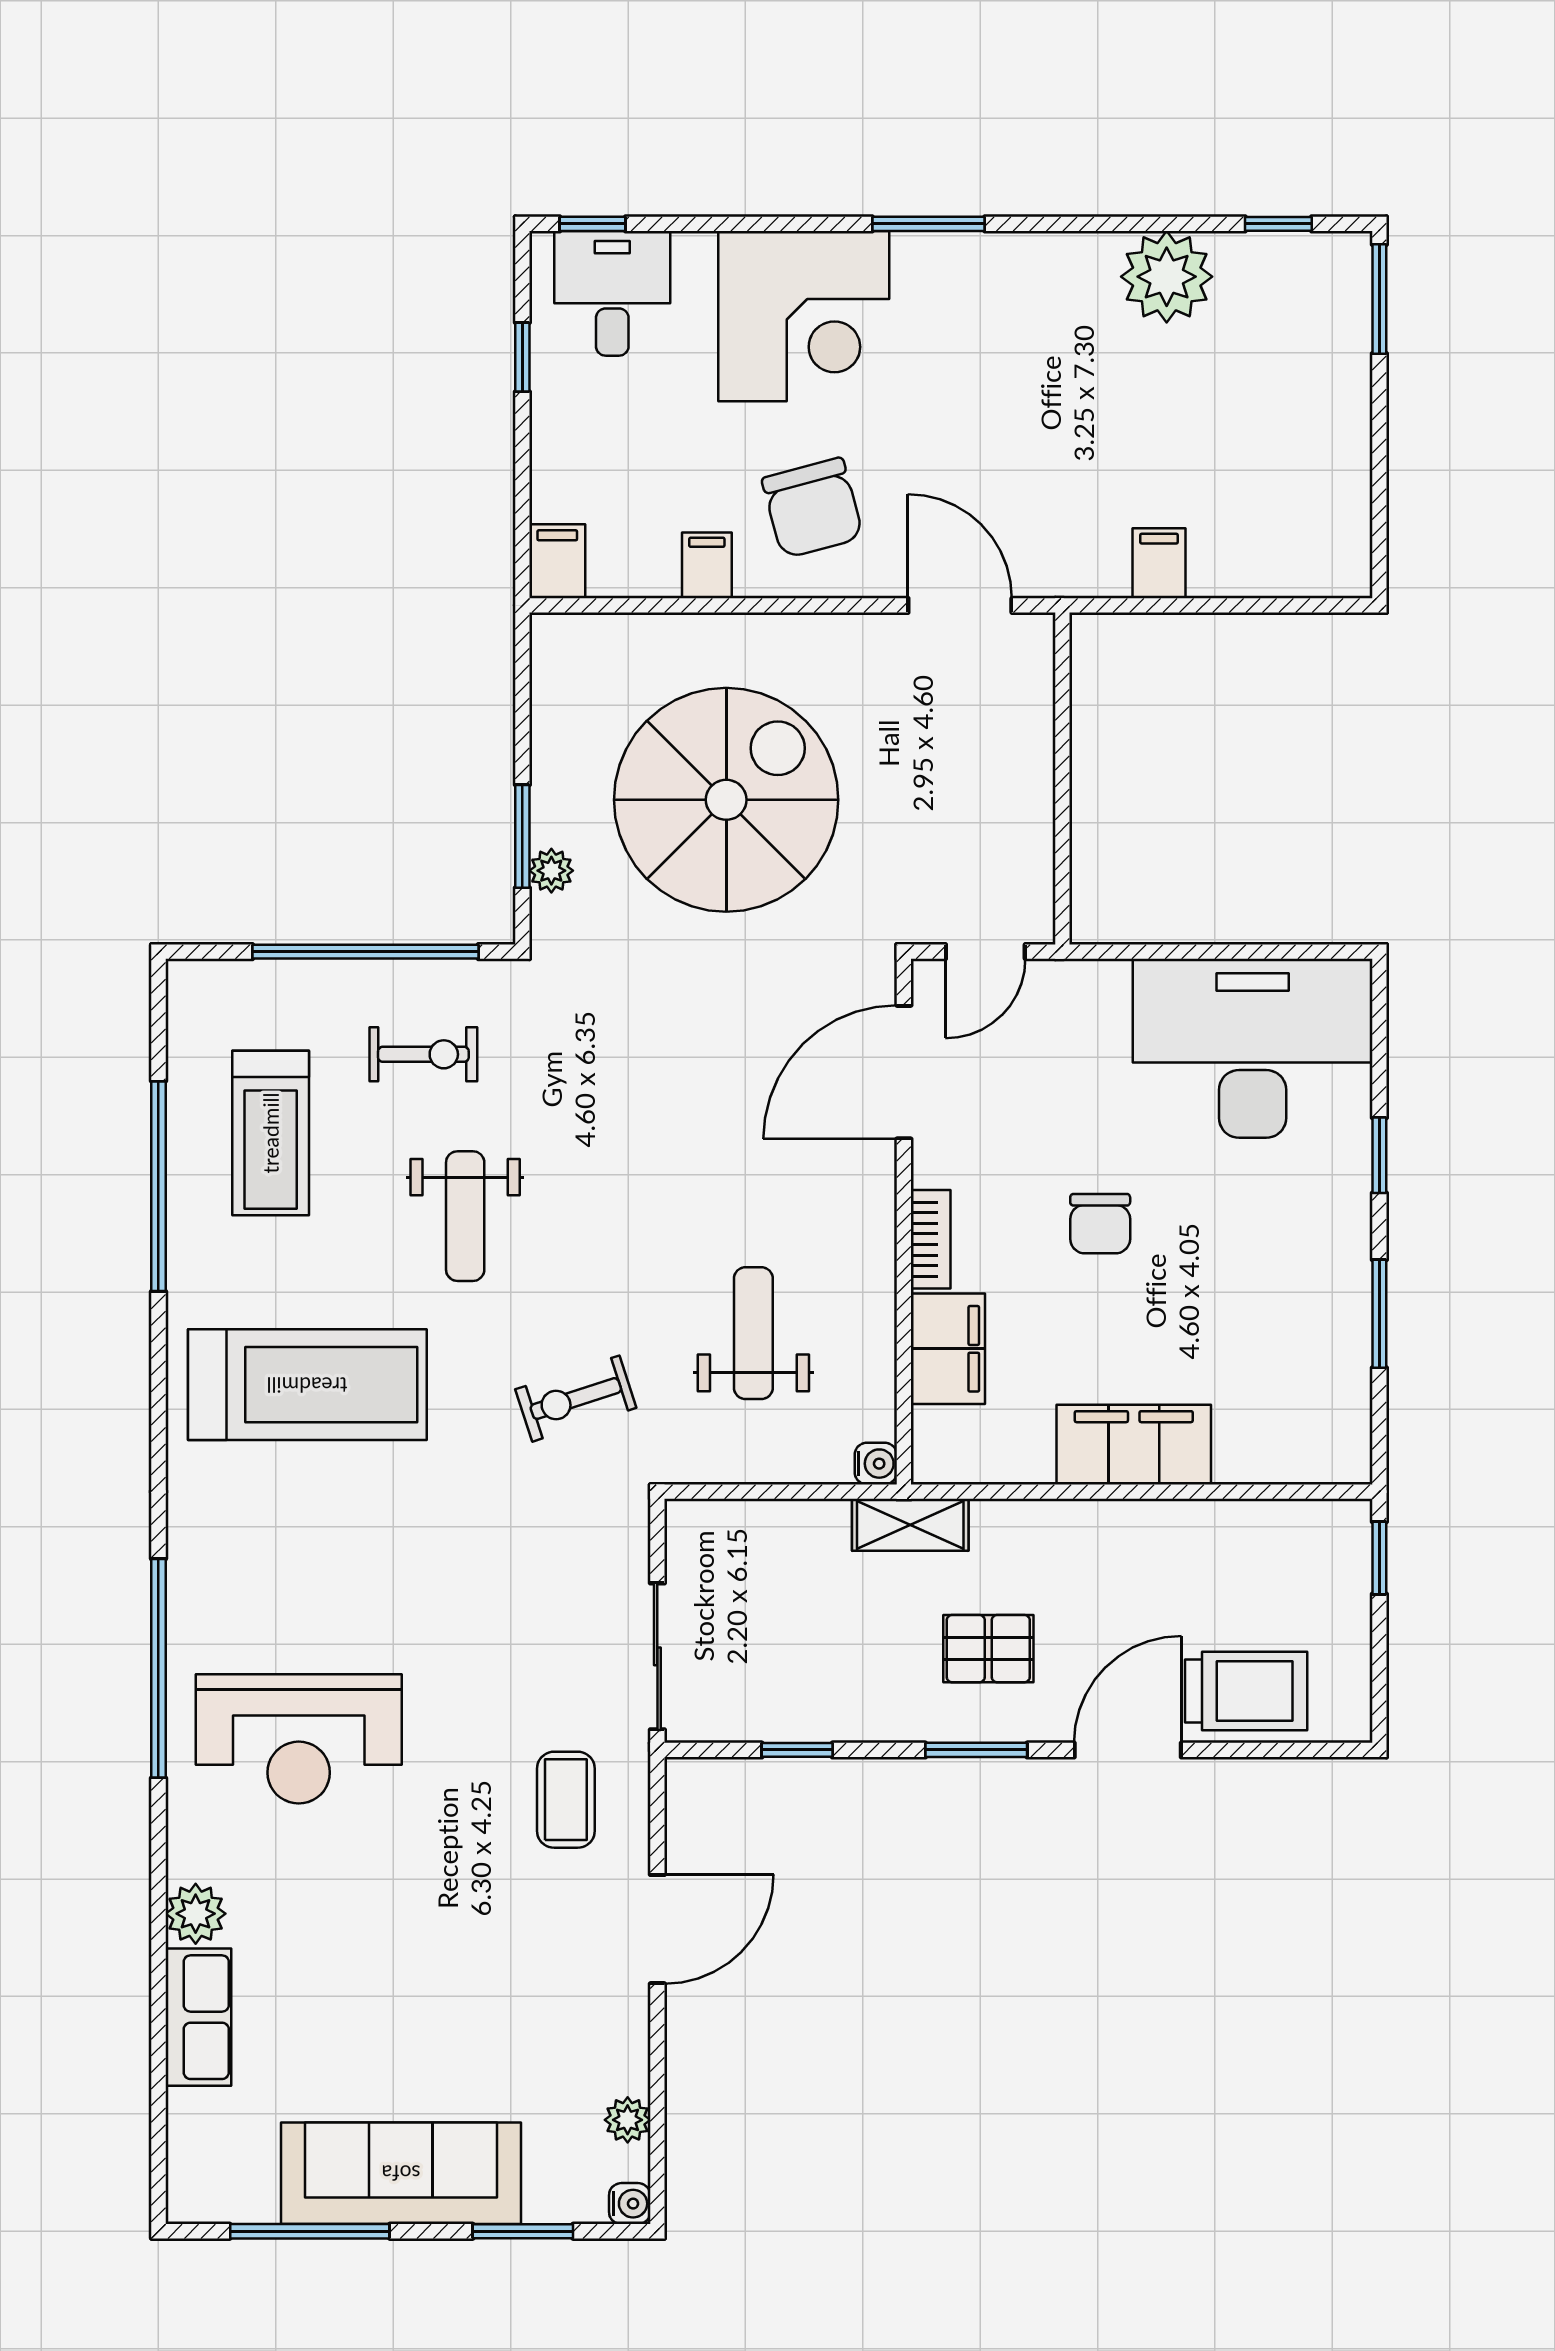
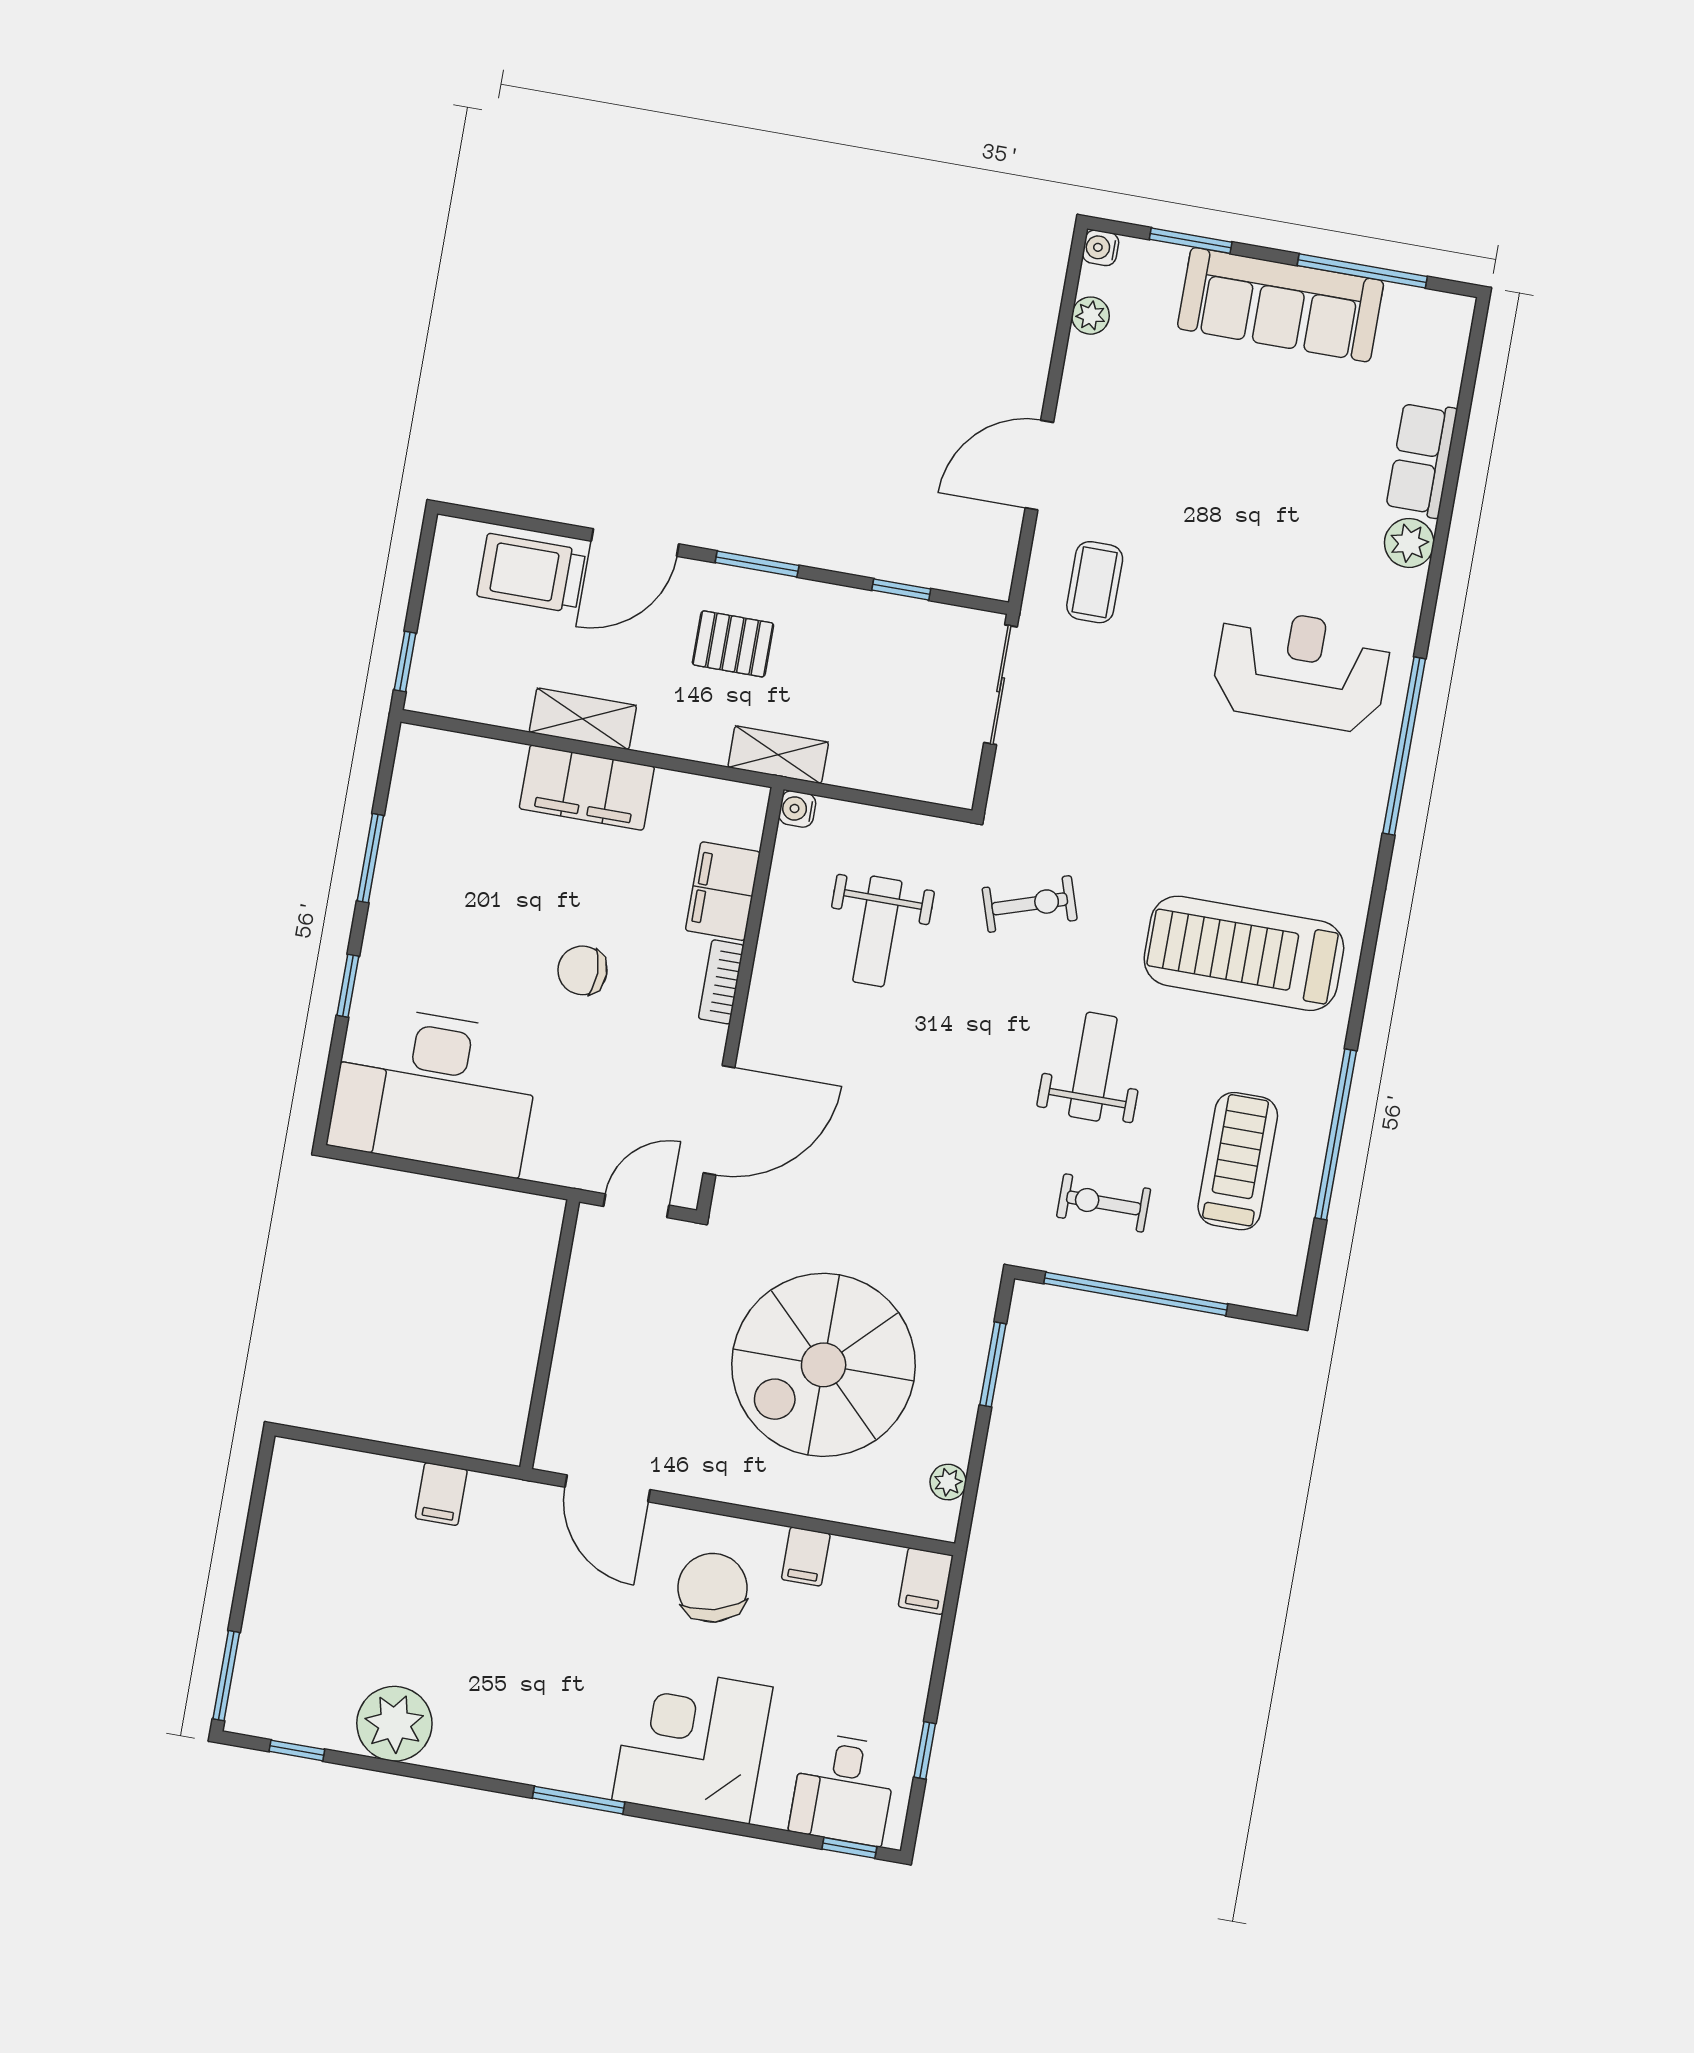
plant: (551, 871) -> (948, 1482), moved
chair: (1100, 1224) -> (582, 970), turned -90
shelving: (1153, 1527) -> (583, 719), added

